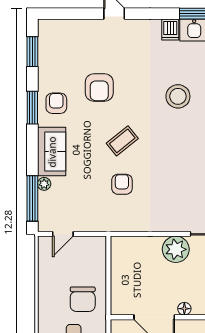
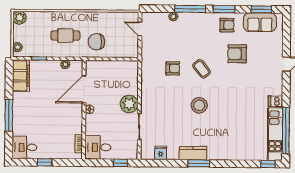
stool: (178, 96) -> (199, 105), moved
sofa: (52, 152) -> (260, 22), moved
window: (32, 198) -> (190, 9), moved

